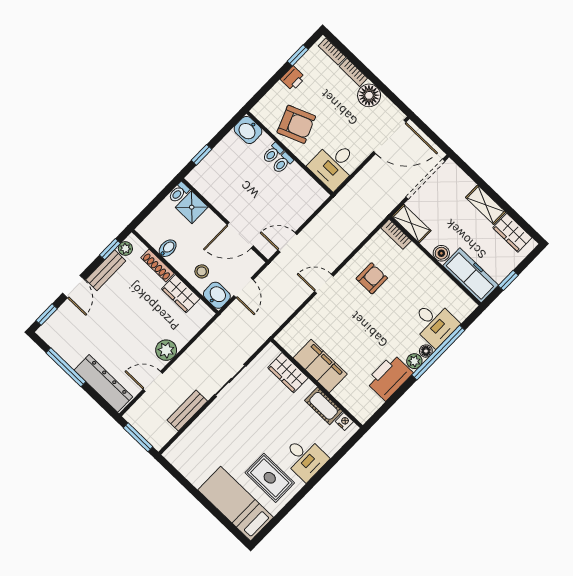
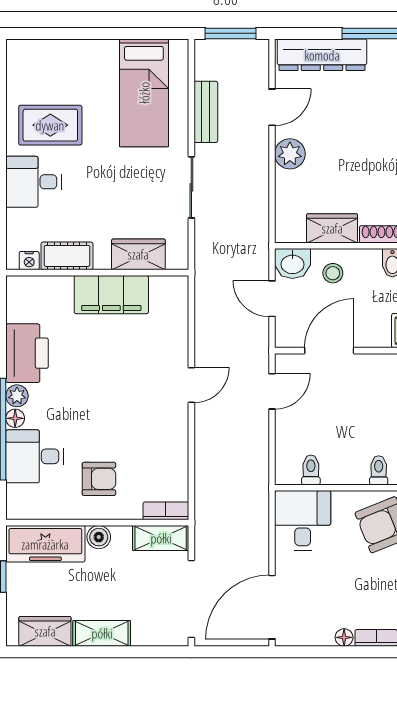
floor lamp: (369, 95) -> (344, 637), width x0.53, depth x0.53
toilet: (283, 163) -> (311, 470), moved
armchair: (372, 278) -> (99, 479), moved, turned -90
bed: (236, 504) -> (144, 93), moved, turned 90

